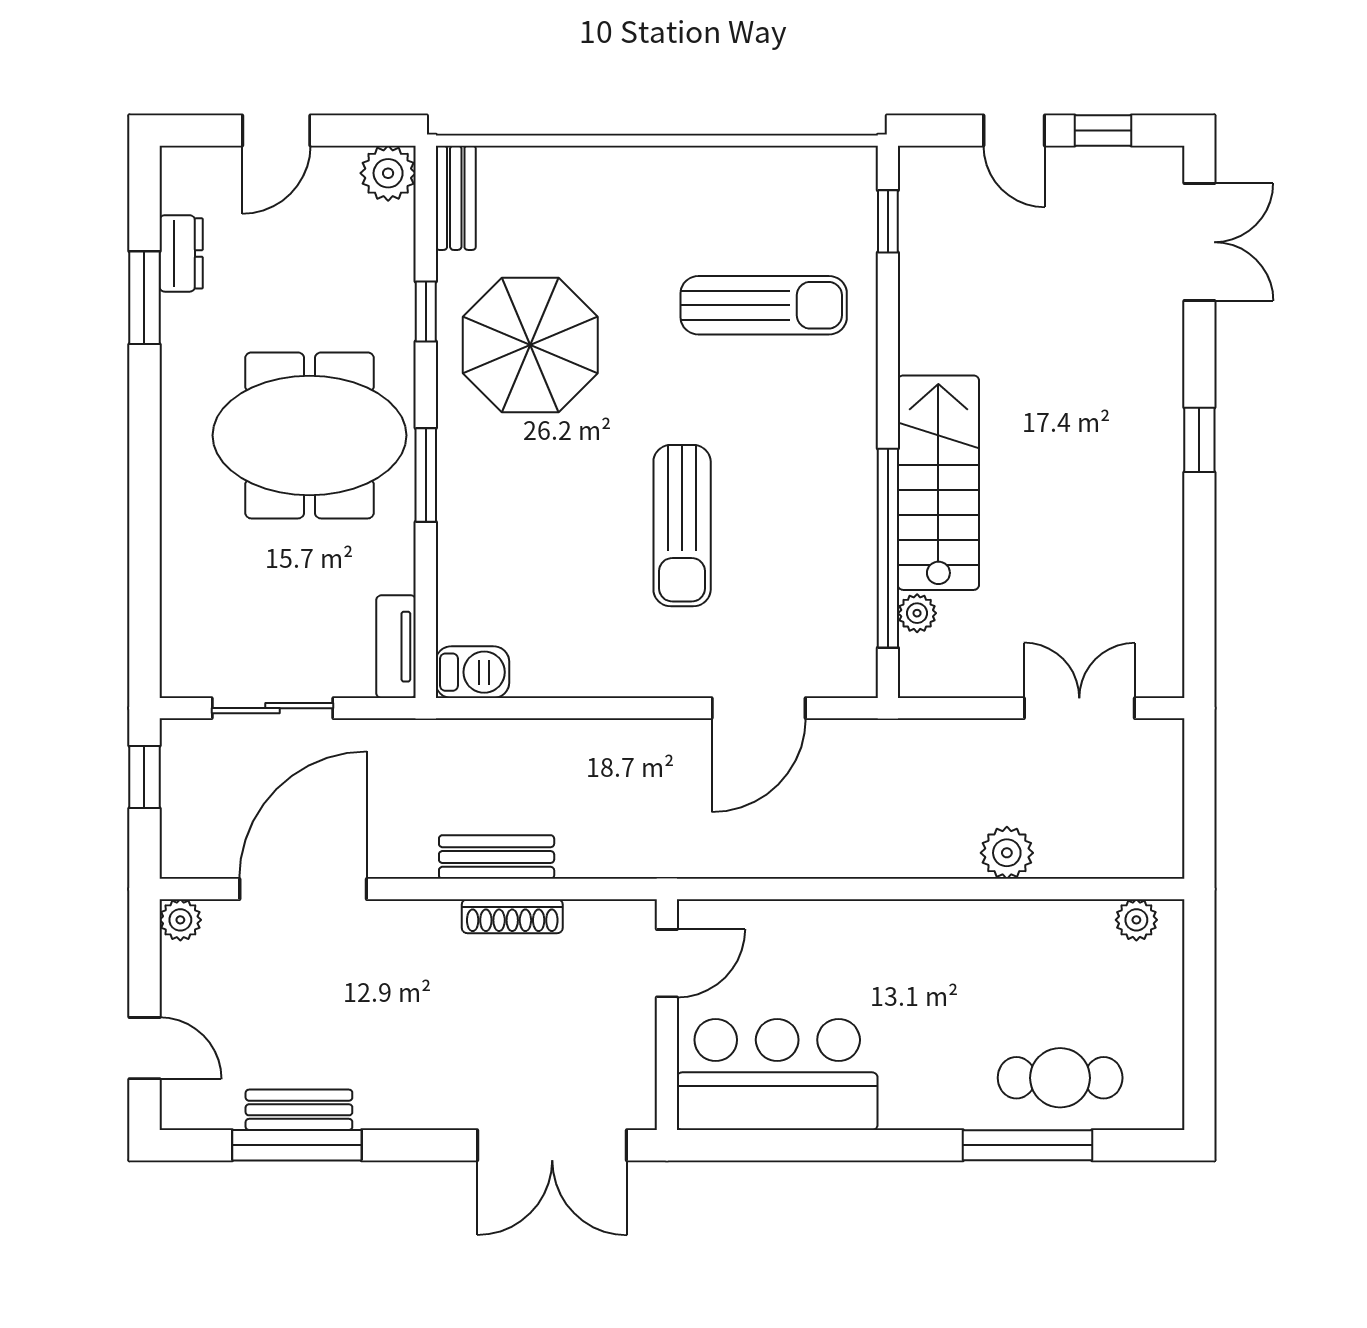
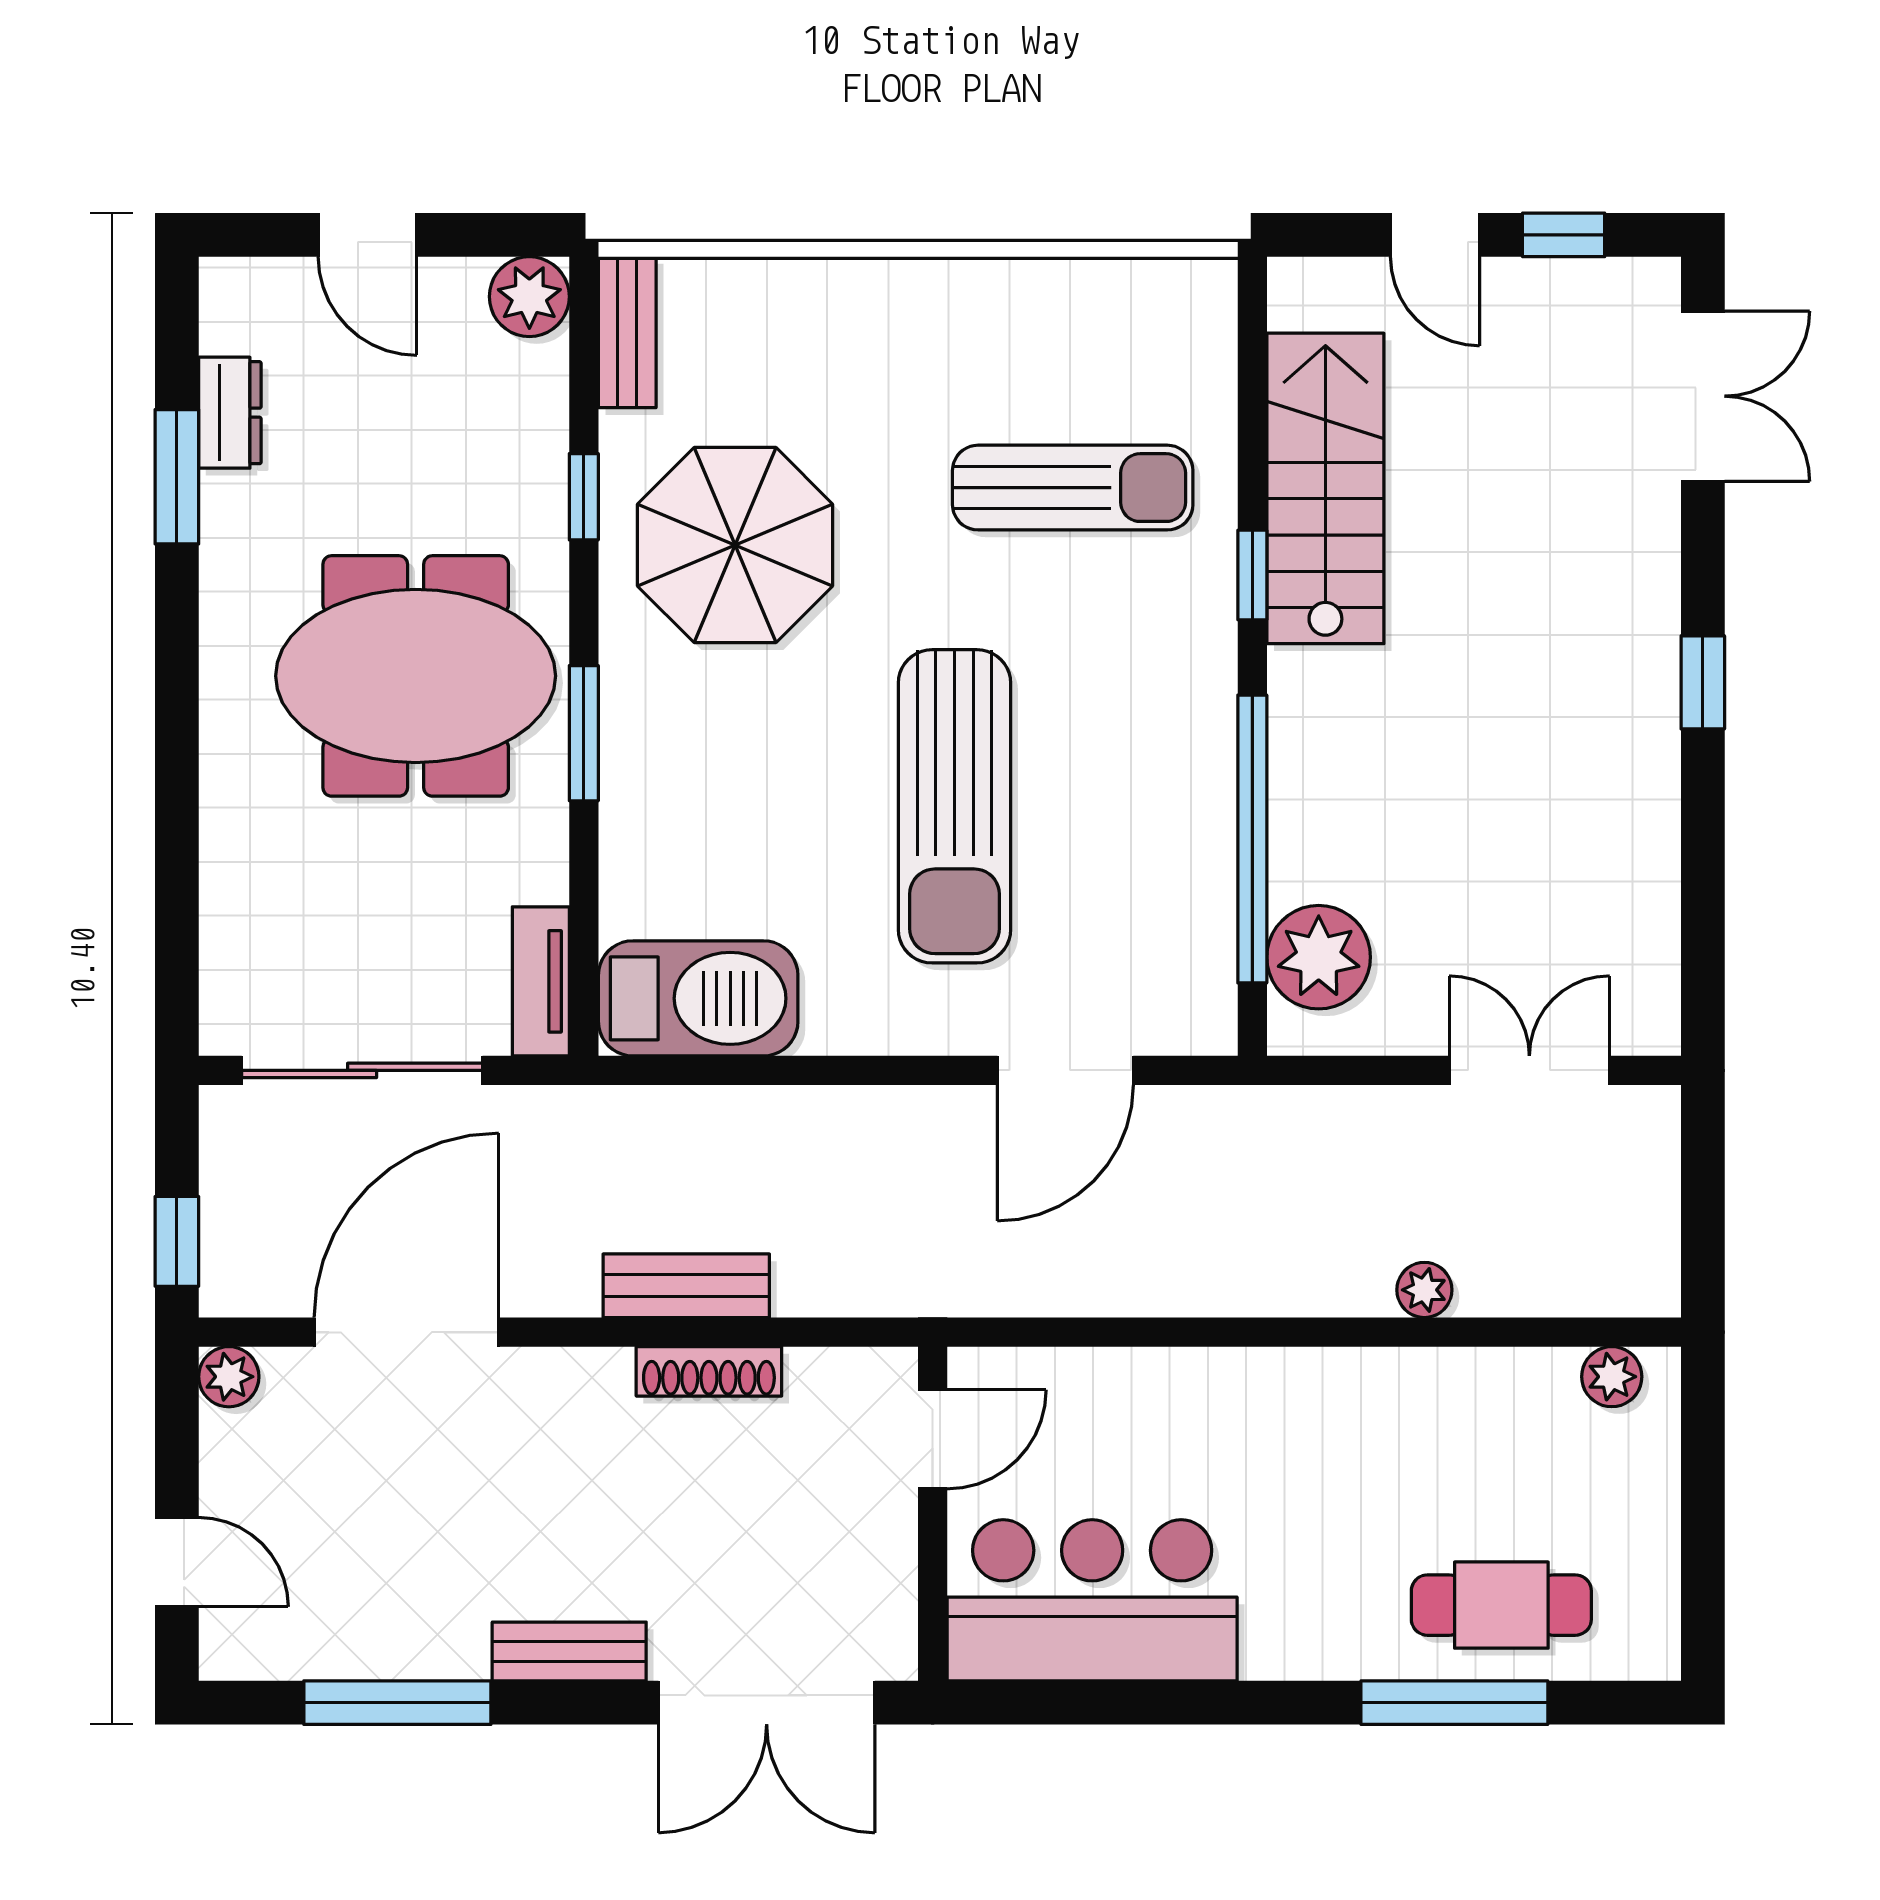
door: (276, 131) -> (368, 235), hinge flipped
window: (888, 221) -> (1252, 575), moved
stairs: (938, 483) -> (1325, 488), moved
sun lounger: (682, 526) -> (955, 806), width x1.36, depth x1.34
plant: (917, 613) -> (1319, 957), width x1.88, depth x1.88
barbecue: (472, 672) -> (698, 998), width x1.88, depth x1.53
sliding door: (272, 708) -> (362, 1070), width x1.37
window: (144, 777) -> (177, 1241), moved
plant: (1007, 853) -> (1424, 1290), width x0.73, depth x0.73
bench: (299, 1110) -> (569, 1651), moved

